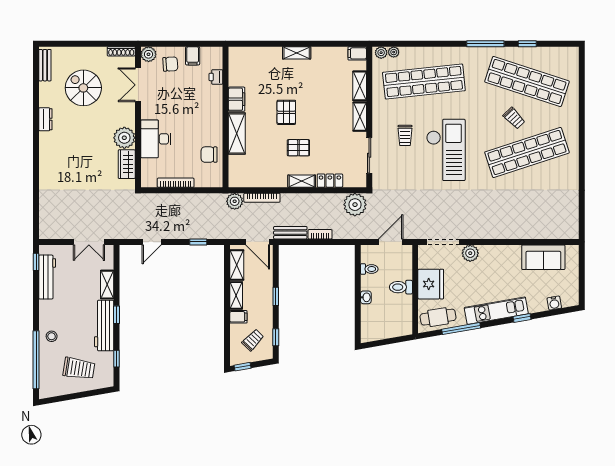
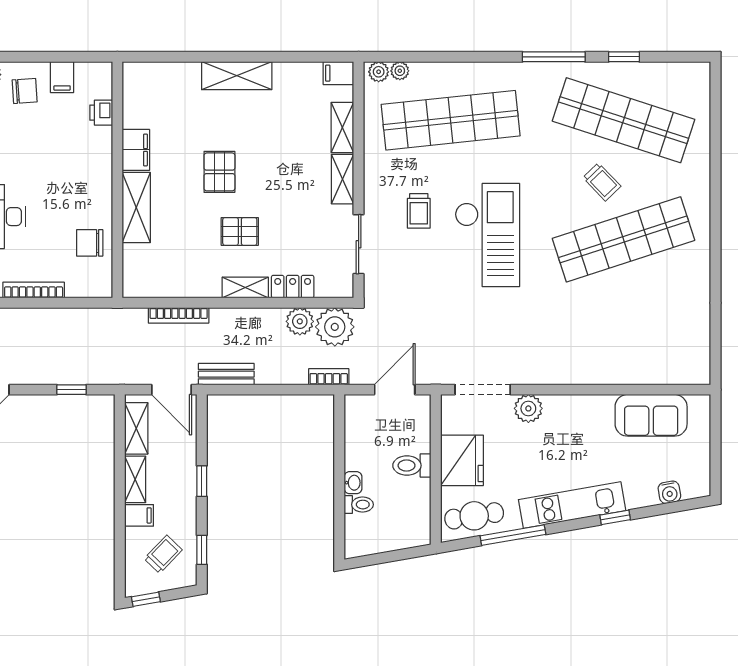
shelving: (297, 53) -> (237, 76), width x1.50, depth x1.33
plant: (235, 201) -> (300, 321), moved
bookcase: (320, 234) -> (329, 377), moved
toilet: (369, 269) -> (359, 505), moved

